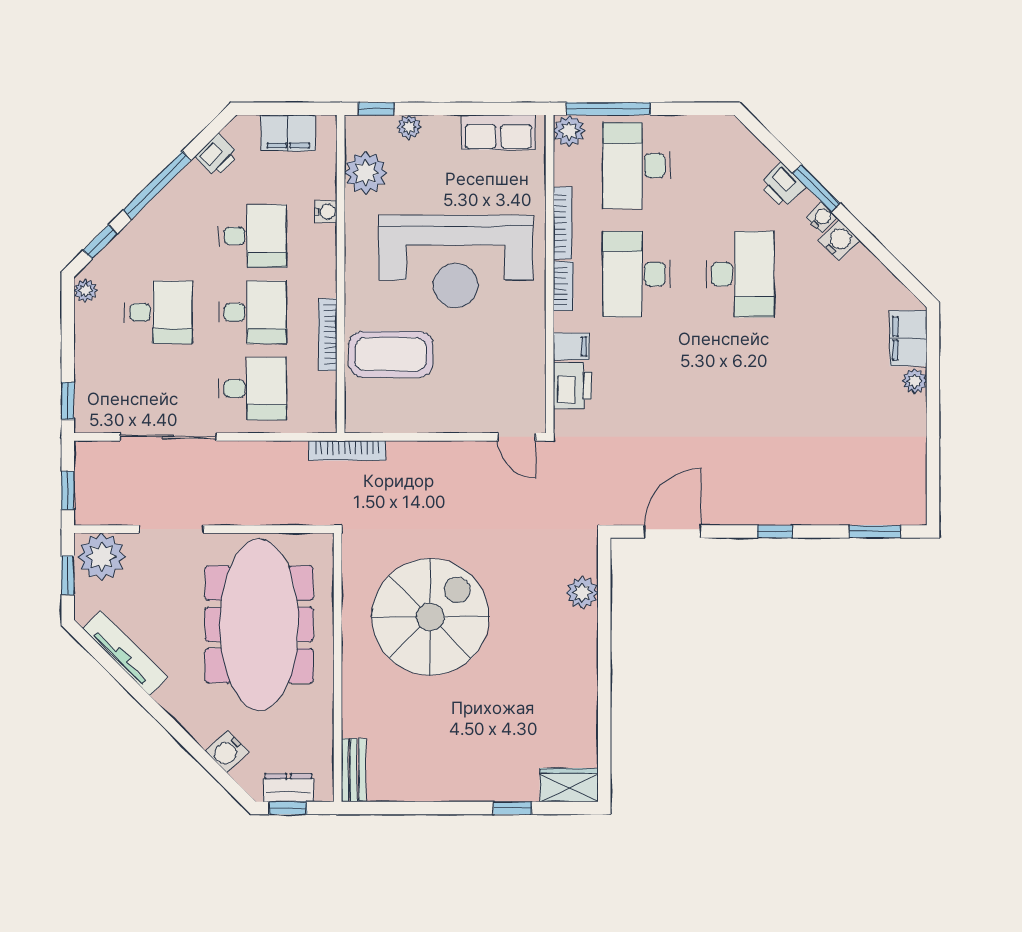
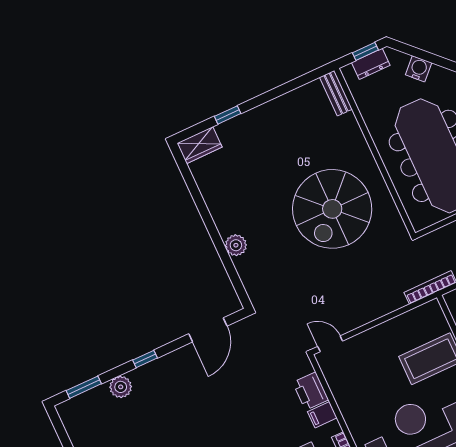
plant: (825, 509) -> (121, 387), added
plant: (582, 593) -> (236, 245), moved

